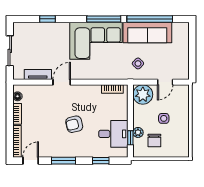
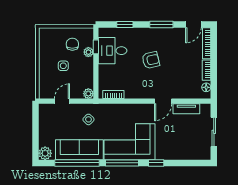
window: (48, 19) -> (156, 163), moved
plant: (182, 29) -> (45, 153), added
plant: (143, 95) -> (88, 94), width x0.53, depth x0.53

